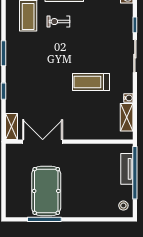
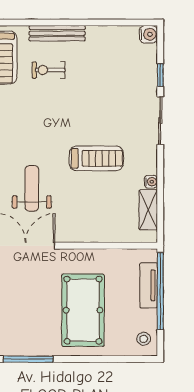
treadmill: (91, 82) -> (96, 158), turned 180
weight bench: (47, 103) -> (32, 188), added
pool table: (46, 191) -> (83, 310), moved

